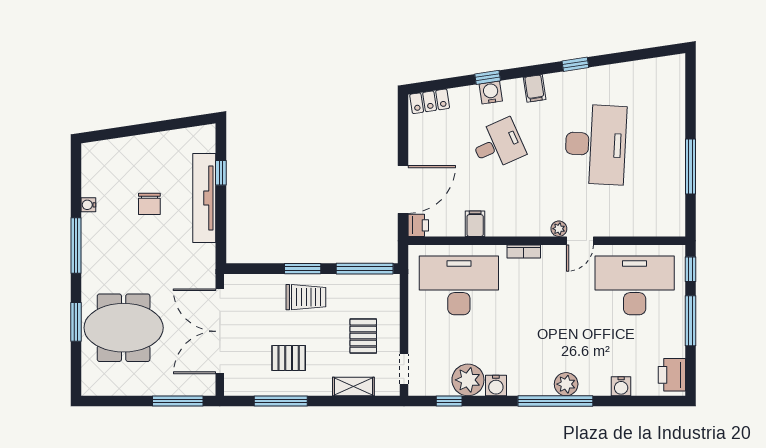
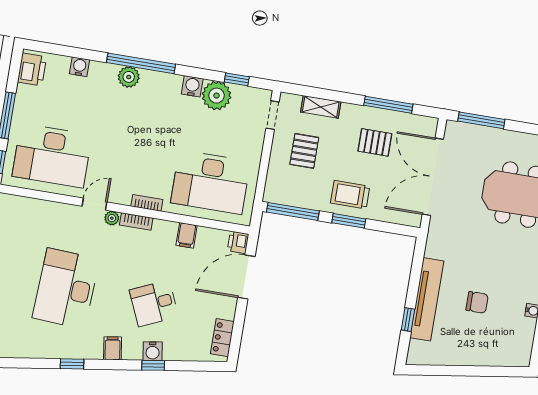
locker: (430, 101) -> (222, 338), moved, turned -82
chair: (149, 204) -> (477, 302), turned 90
bookcase: (532, 230) -> (136, 221), added
double door: (220, 331) -> (433, 177), swing flipped

